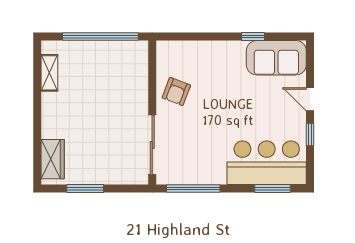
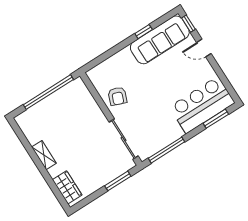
sofa: (276, 58) -> (160, 40), width x1.36
shelving: (49, 73) -> (44, 155), moved
window: (310, 135) -> (188, 24), moved
window: (85, 189) -> (118, 181), moved

